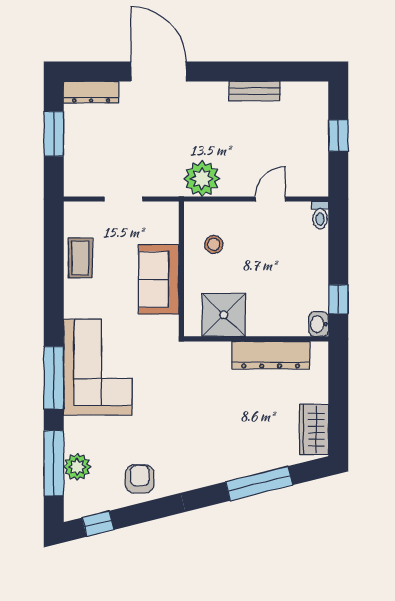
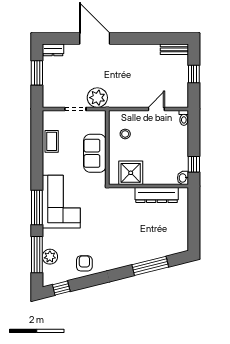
bench: (254, 91) -> (174, 49), moved
dresser: (91, 92) -> (53, 50), width x0.70
plant: (202, 179) -> (97, 98), moved
wardrobe: (314, 430) -> (180, 236), removed

